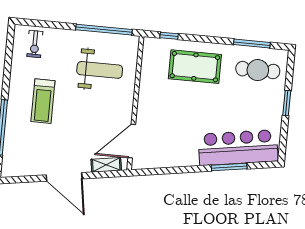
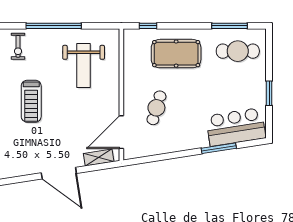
window: (104, 30) -> (54, 26), moved
weight bench: (100, 70) -> (84, 66), turned 90
window: (287, 103) -> (269, 93), moved
cafe table: (170, 120) -> (156, 108), added
bar counter: (238, 148) -> (236, 127), width x0.73

